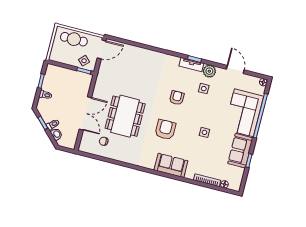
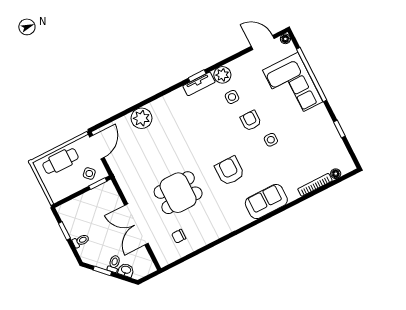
plant: (142, 55) -> (141, 118), added
door: (235, 69) -> (263, 42), moved
armchair: (177, 98) -> (251, 121), moved
double door: (85, 113) -> (136, 224), swing flipped
dining table: (125, 116) -> (178, 193), width x0.73
sofa: (240, 151) -> (322, 127), removed

